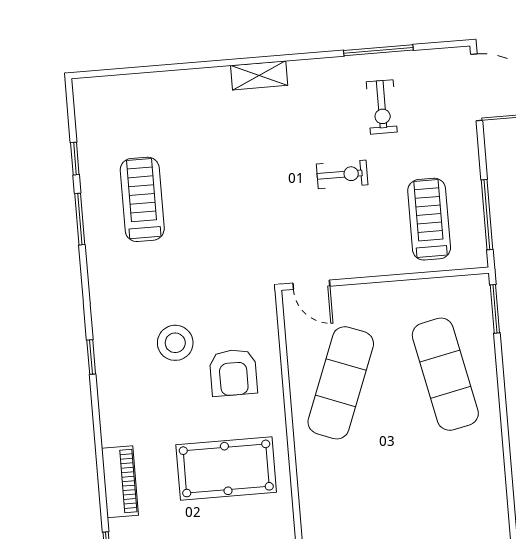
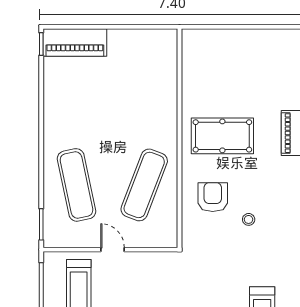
door: (311, 285) -> (112, 250), moved
stool: (175, 343) -> (249, 219), width x0.53, depth x0.53

